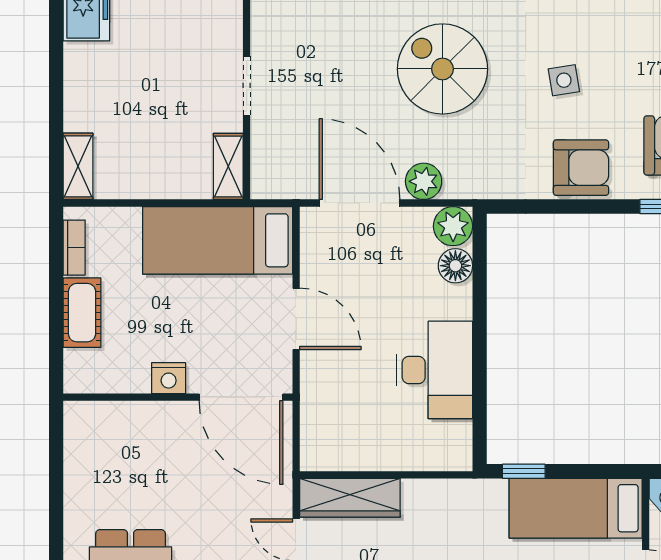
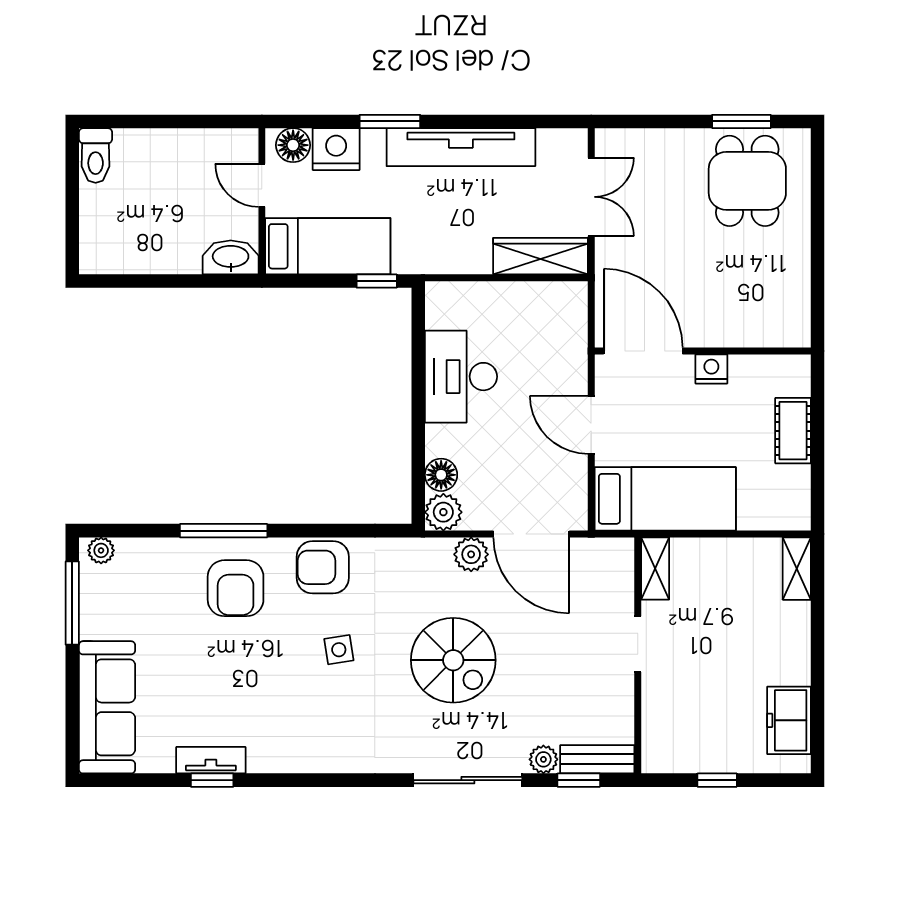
bookcase: (74, 248) -> (800, 492), removed

